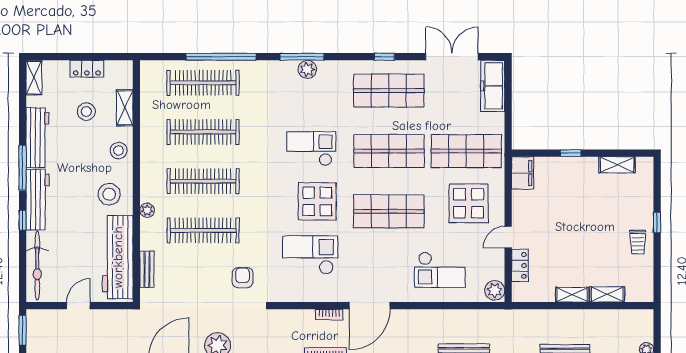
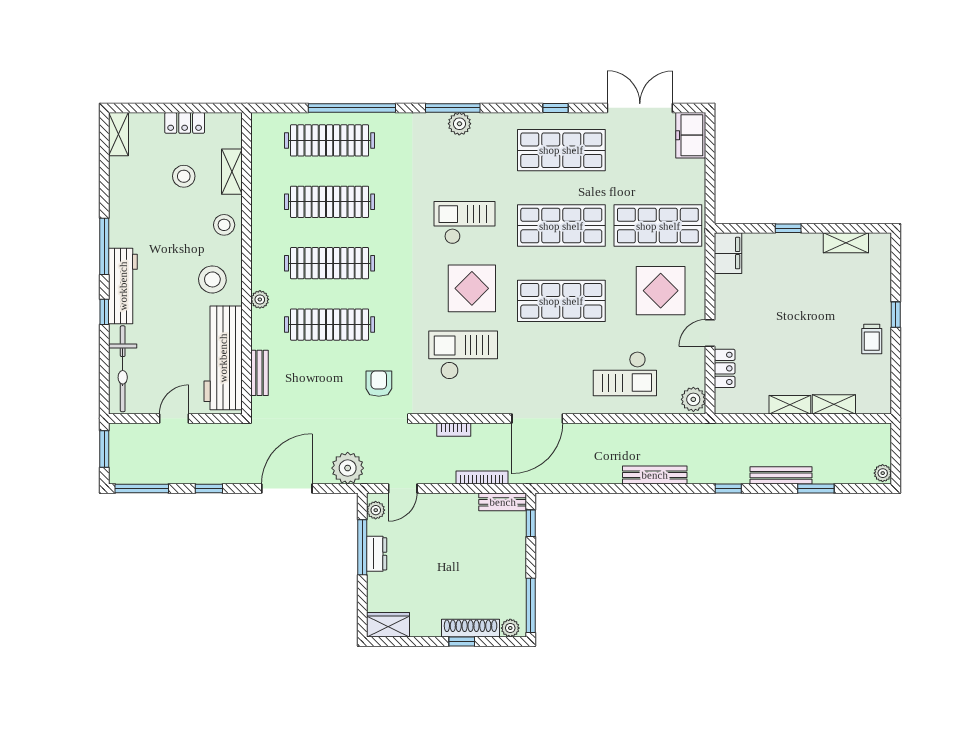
freezer: (493, 86) -> (691, 135), width x0.71
workbench: (37, 138) -> (123, 209), removed
bookcase: (329, 315) -> (454, 430), moved

